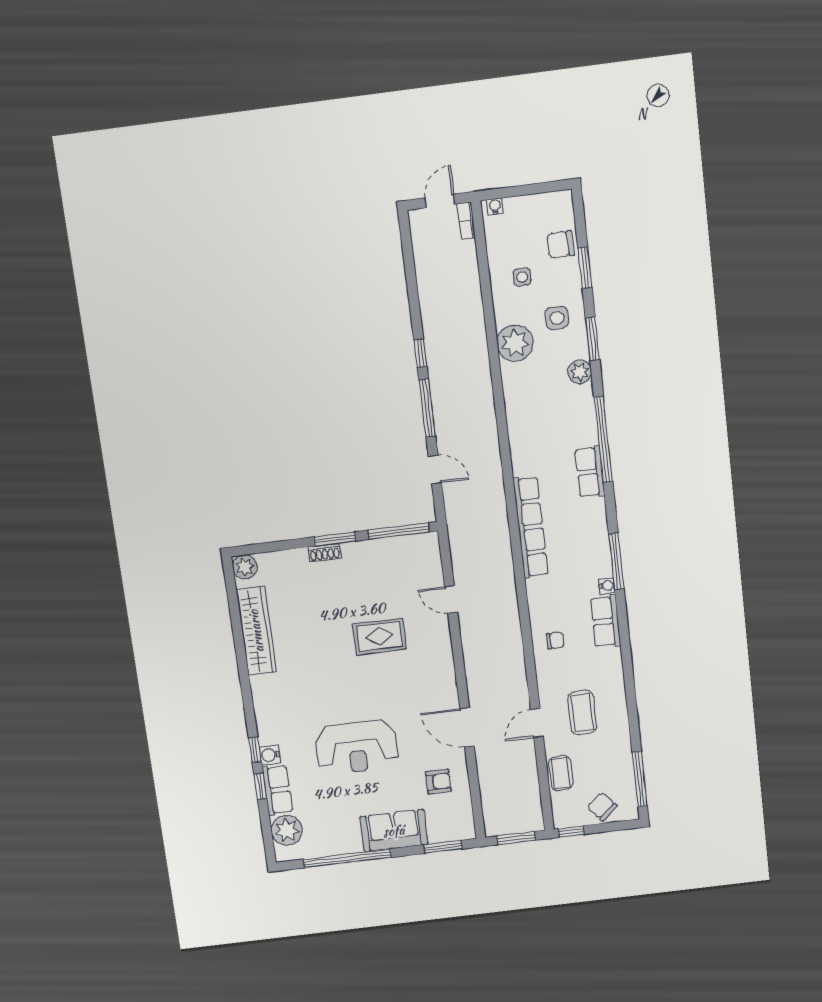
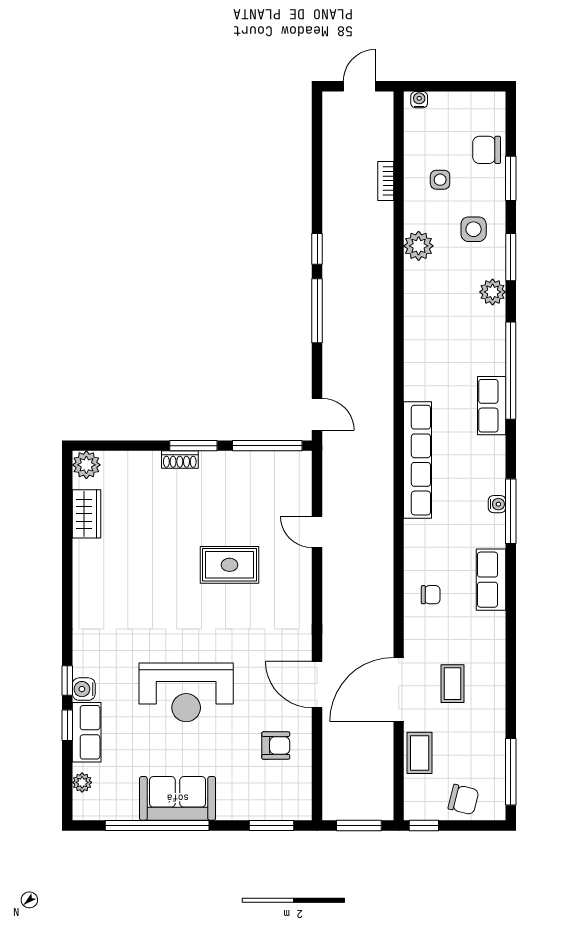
bookcase: (466, 221) -> (386, 181), moved
plant: (515, 343) -> (419, 246), width x0.73, depth x0.73
door: (435, 469) -> (317, 414), moved
water cooler: (607, 586) -> (497, 504), moved
wardrobe: (256, 631) -> (86, 514), width x0.48, depth x0.85
coffee table: (582, 712) -> (452, 684), width x0.73, depth x0.77
door: (537, 723) -> (399, 689), width x1.87
chair: (602, 807) -> (463, 800), turned 145
plant: (287, 830) -> (82, 782), width x0.53, depth x0.53
sofa: (394, 831) -> (178, 798), moved

